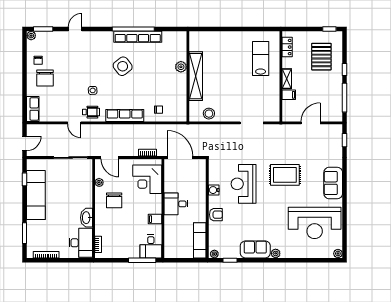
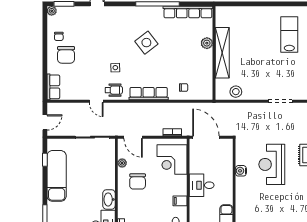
row of seats: (138, 37) -> (188, 12), moved
armchair: (216, 215) -> (243, 196), removed

